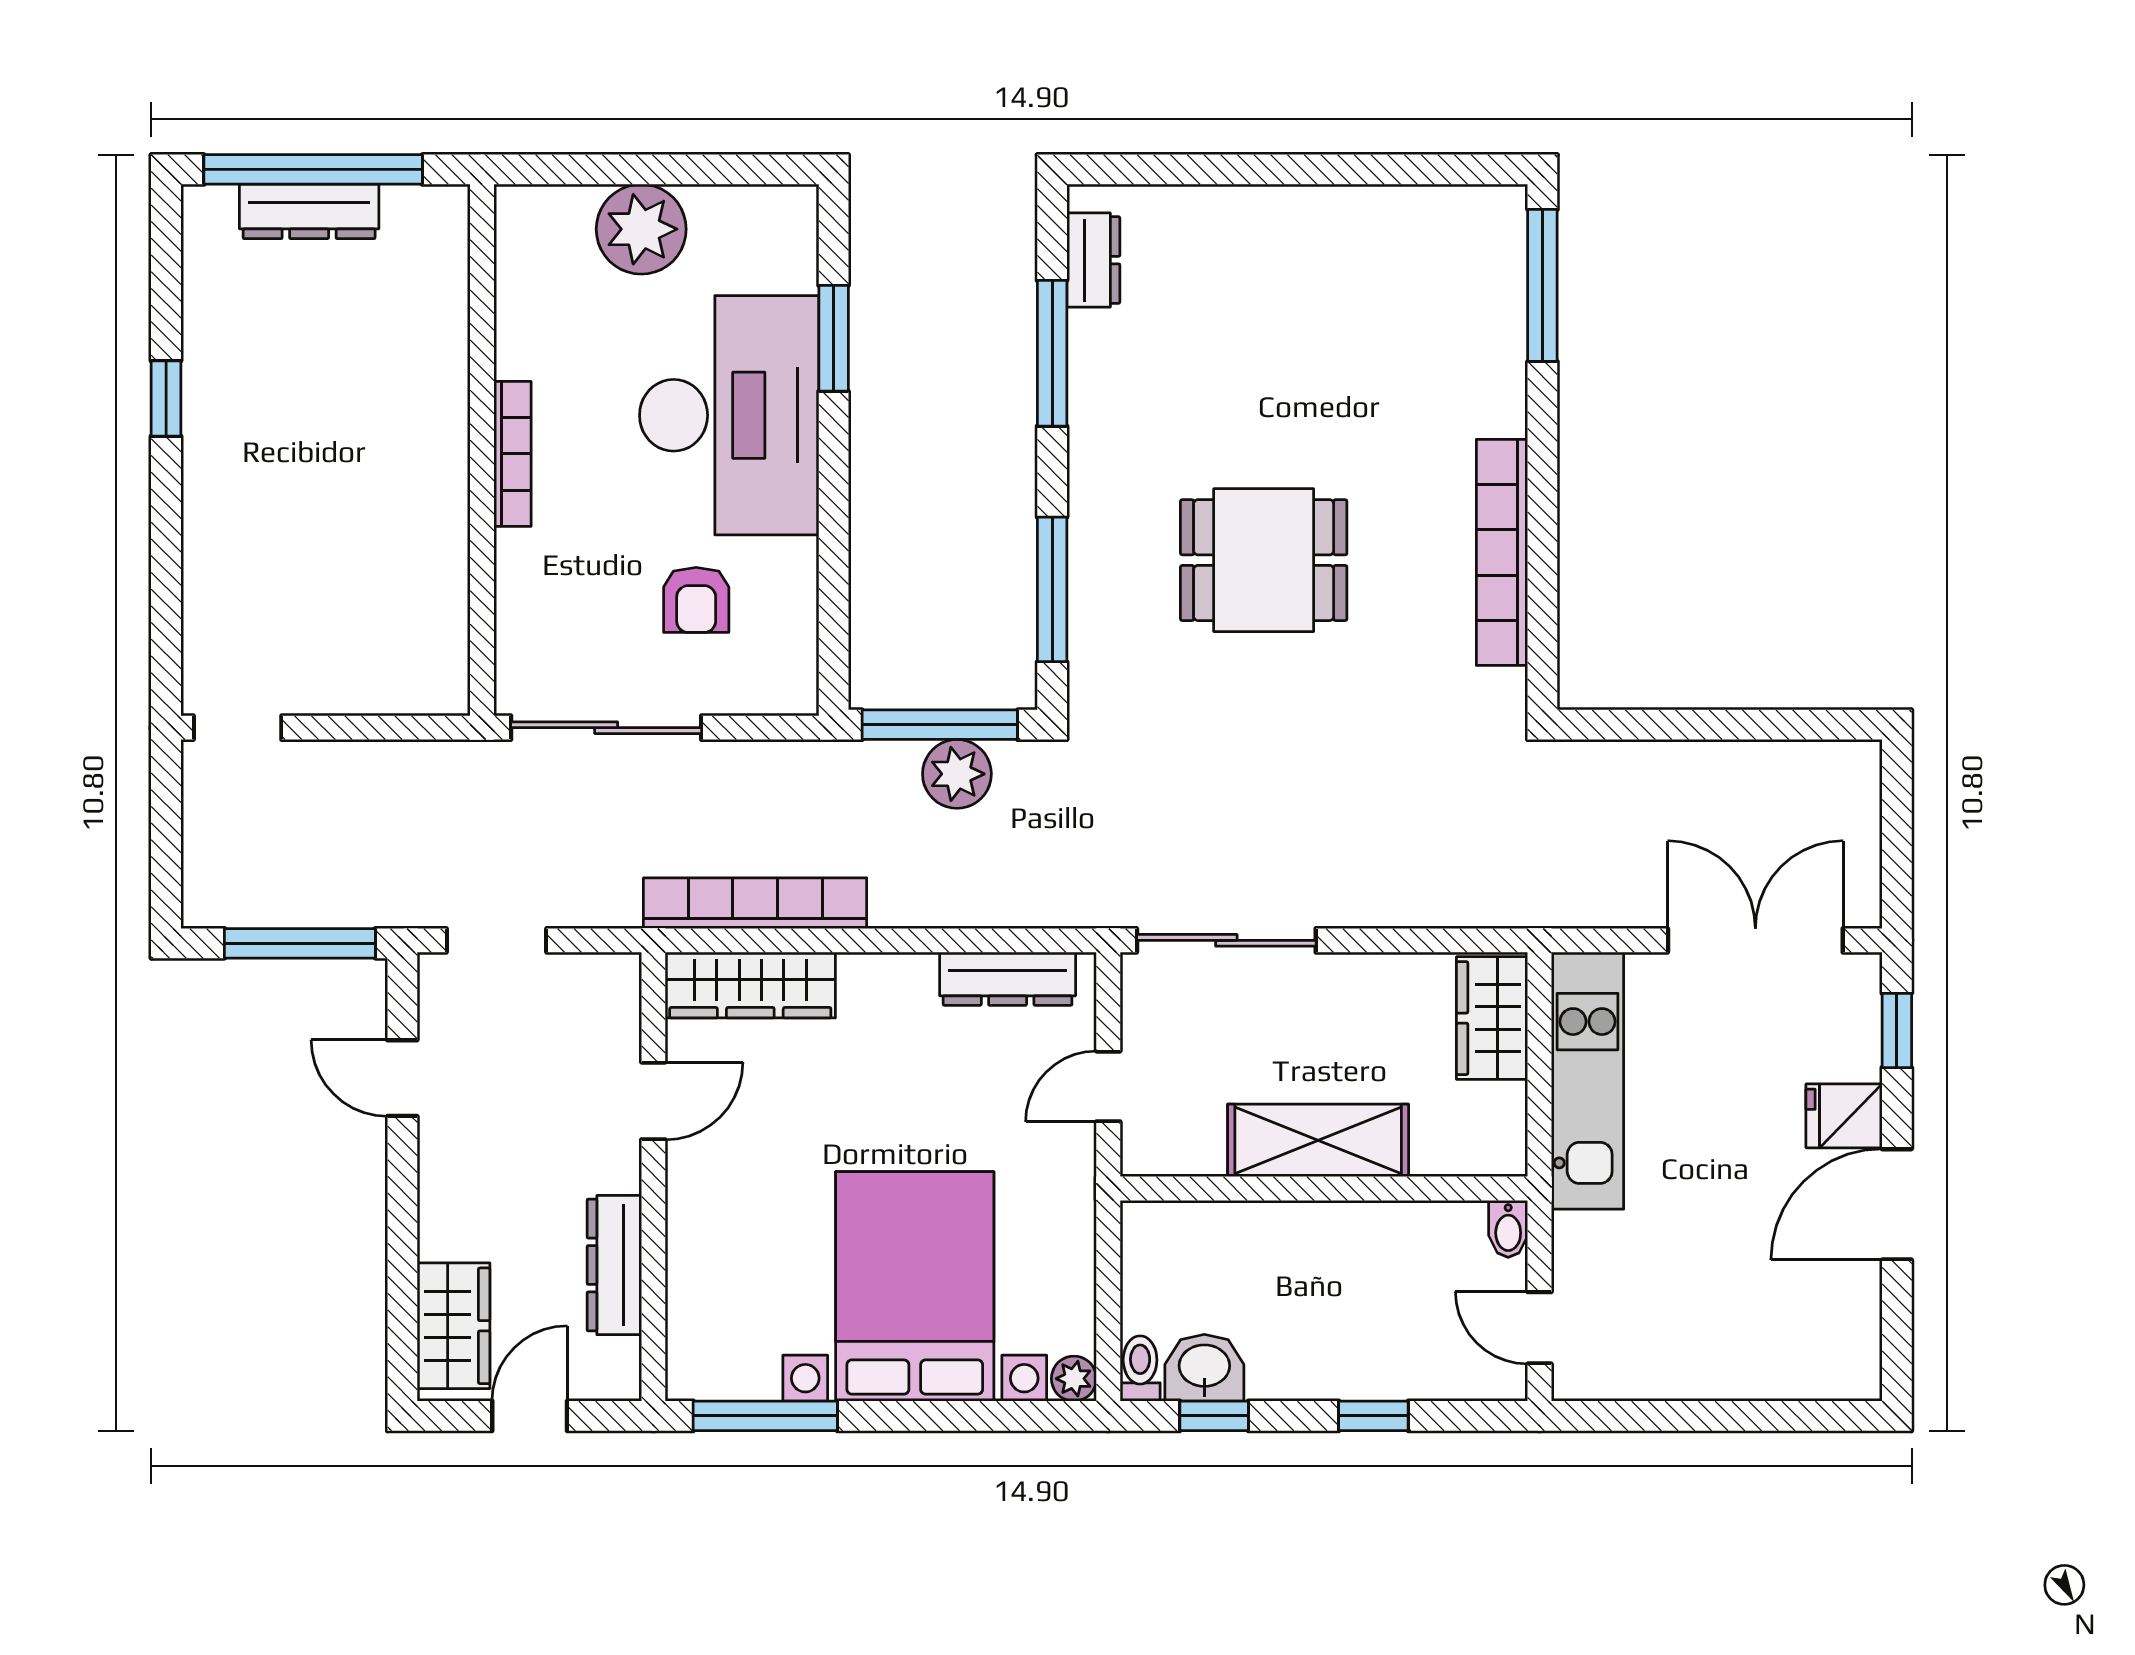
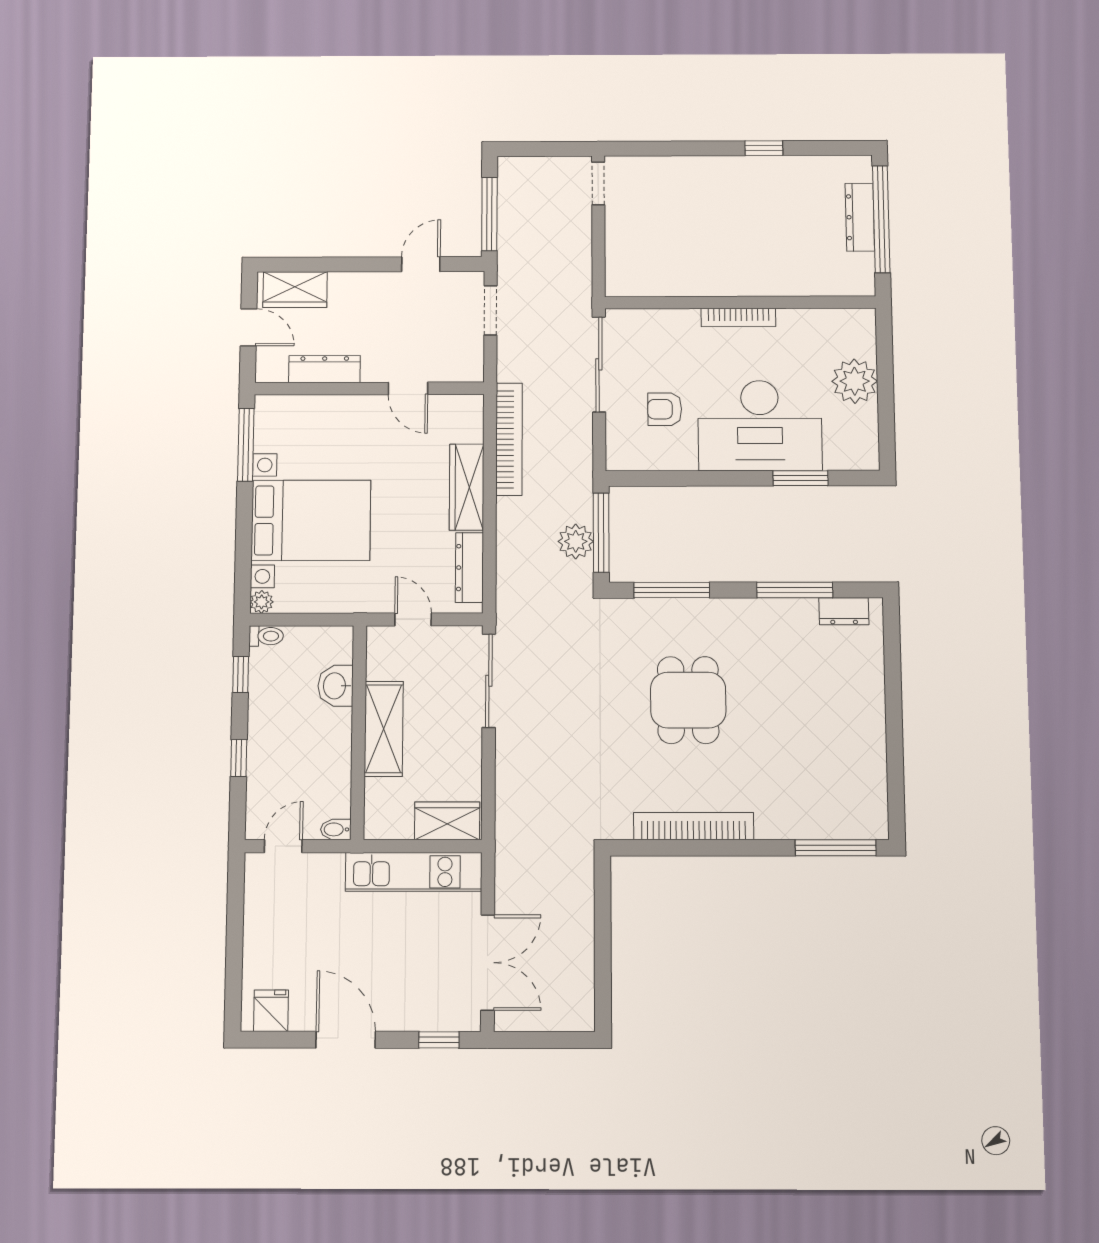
wardrobe: (750, 985) -> (467, 487), moved
fridge: (1844, 1116) -> (271, 1011), moved
washbasin: (1204, 1368) -> (335, 686), moved, turned 180

